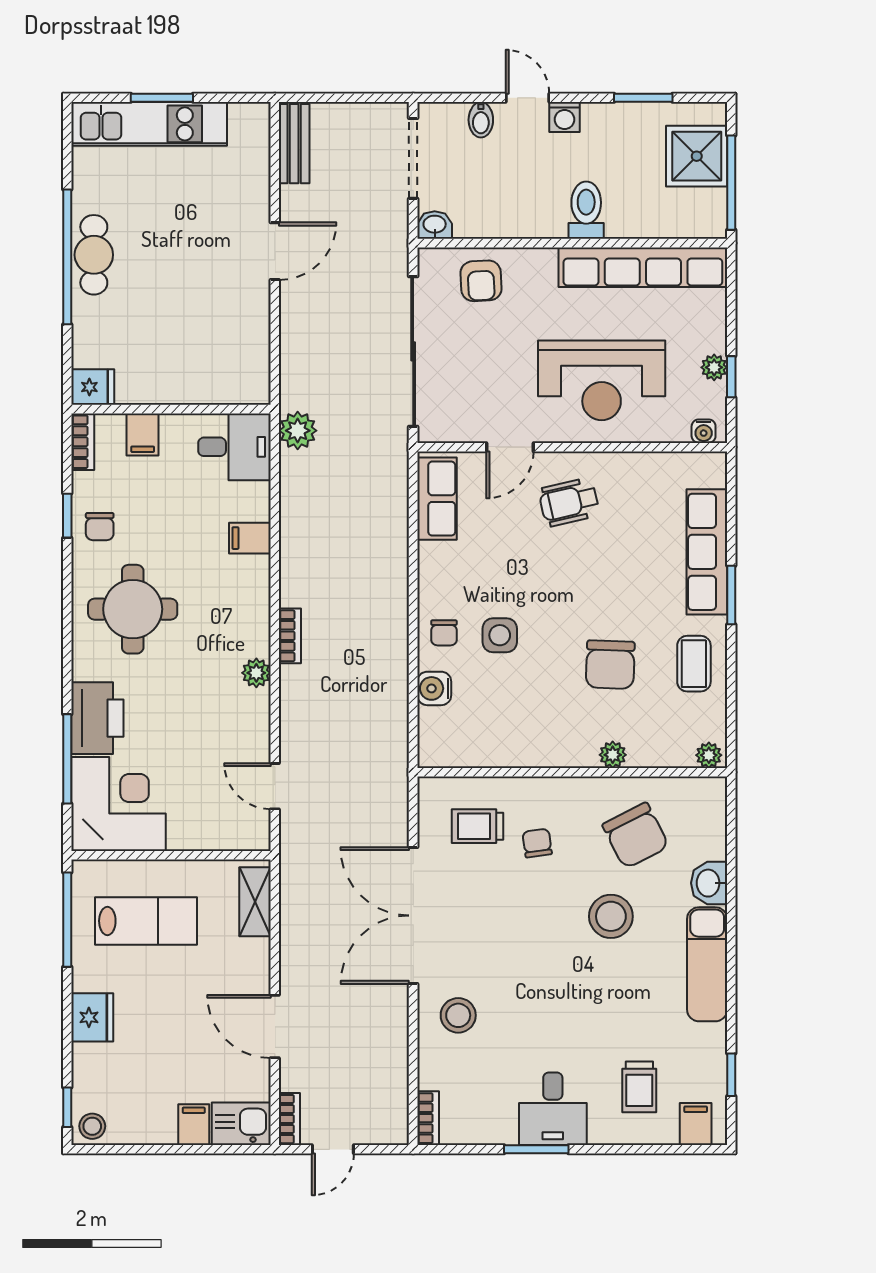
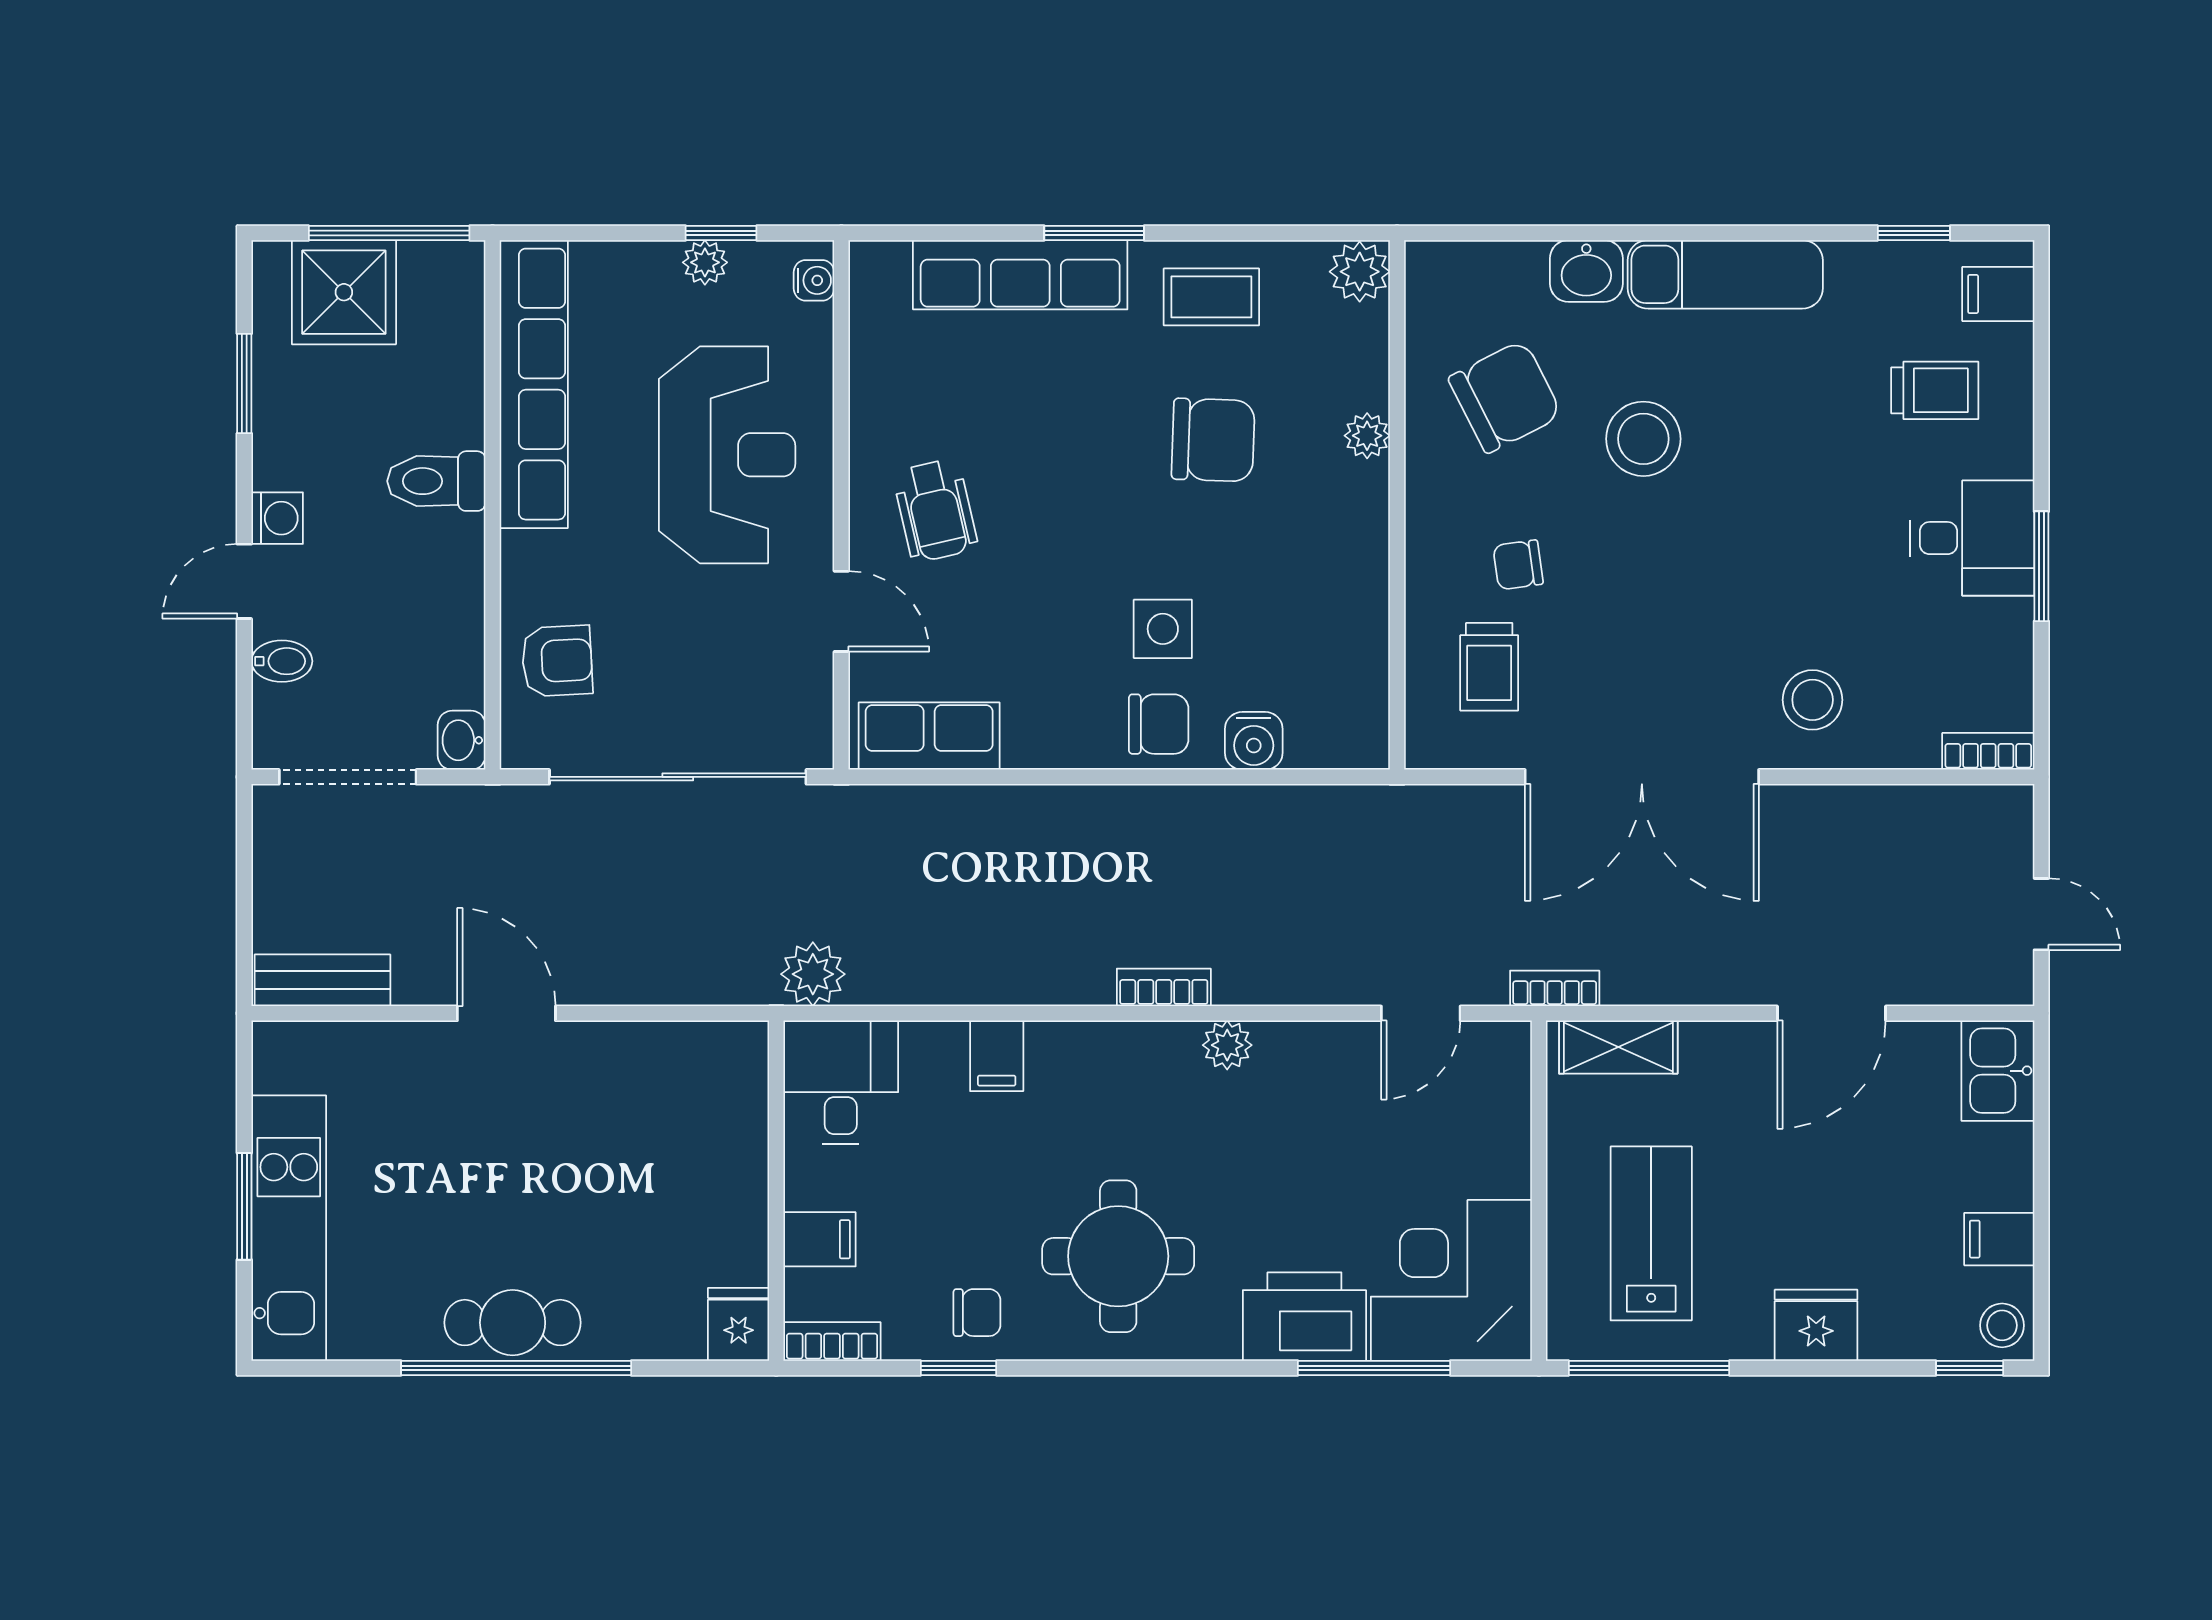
chair: (444, 633) -> (1159, 724), width x1.37, depth x1.37
plant: (709, 755) -> (1360, 272), width x1.38, depth x1.38
bookcase: (289, 1119) -> (1555, 988), moved
filing cabinet: (194, 1125) -> (1999, 1239), moved

